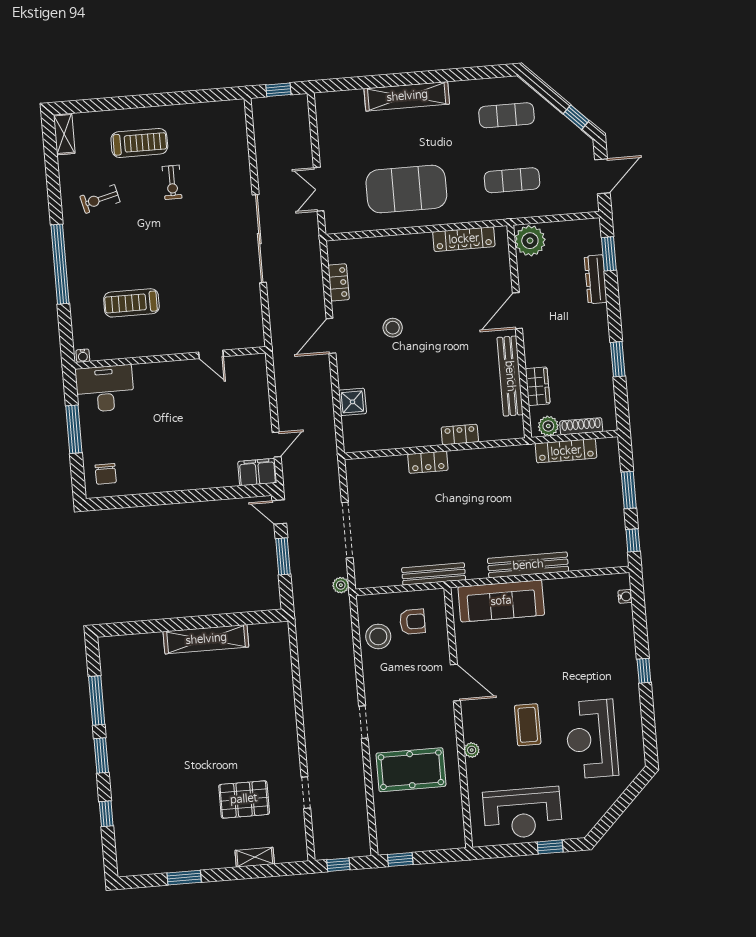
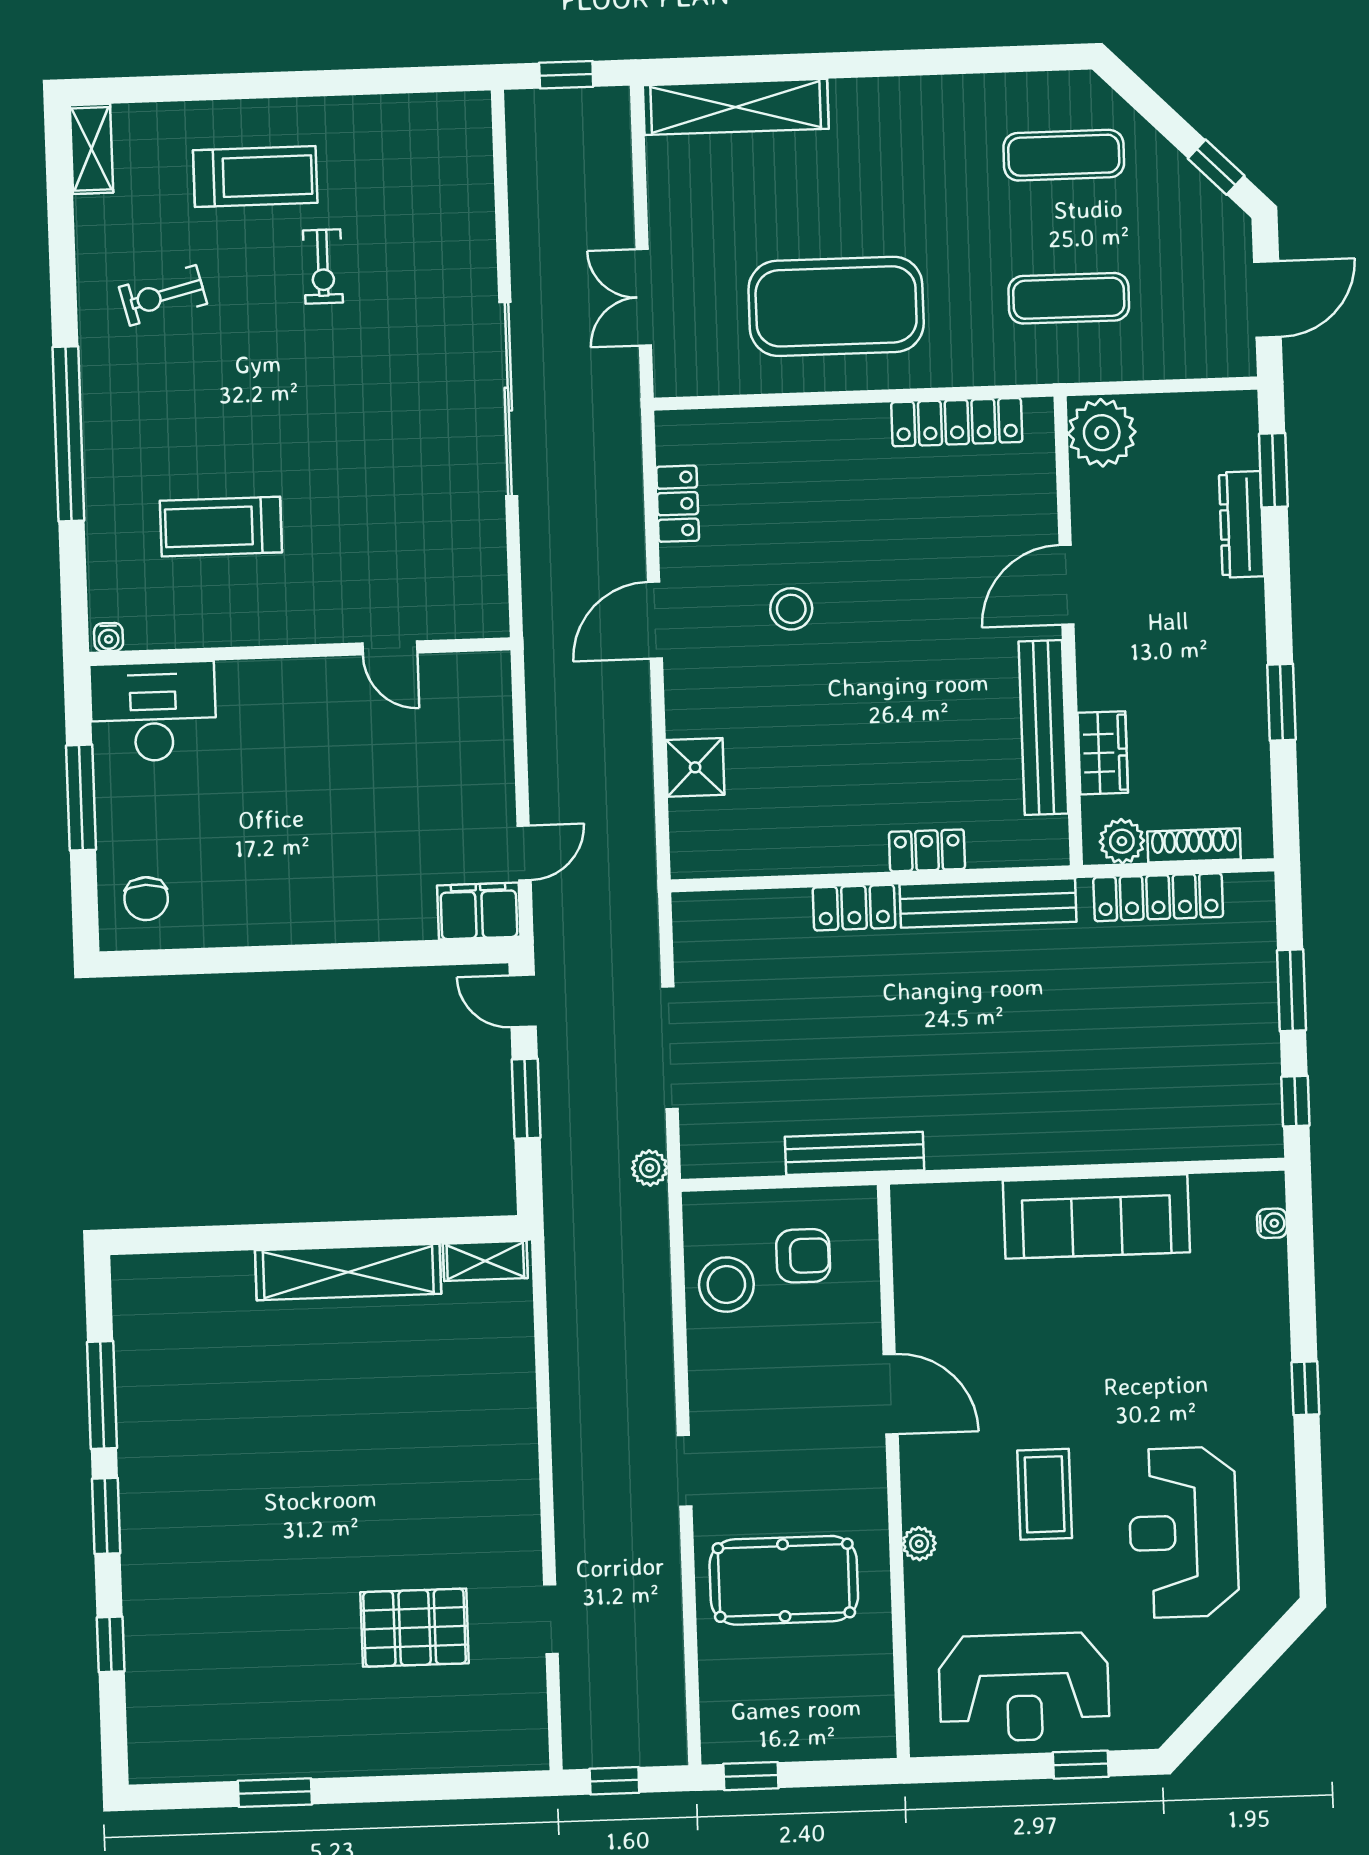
shelving: (407, 96) -> (736, 107), moved
bench: (528, 565) -> (988, 903), moved
sofa: (501, 601) -> (1096, 1216), moved
shelving: (255, 857) -> (485, 1261), moved

